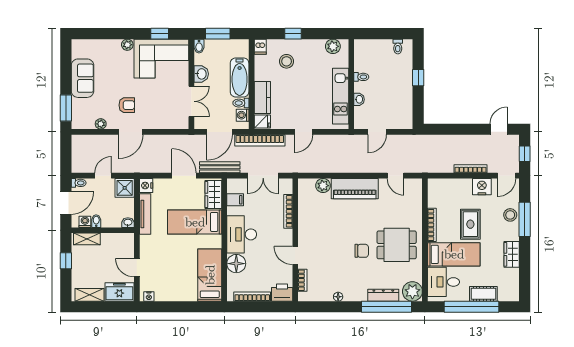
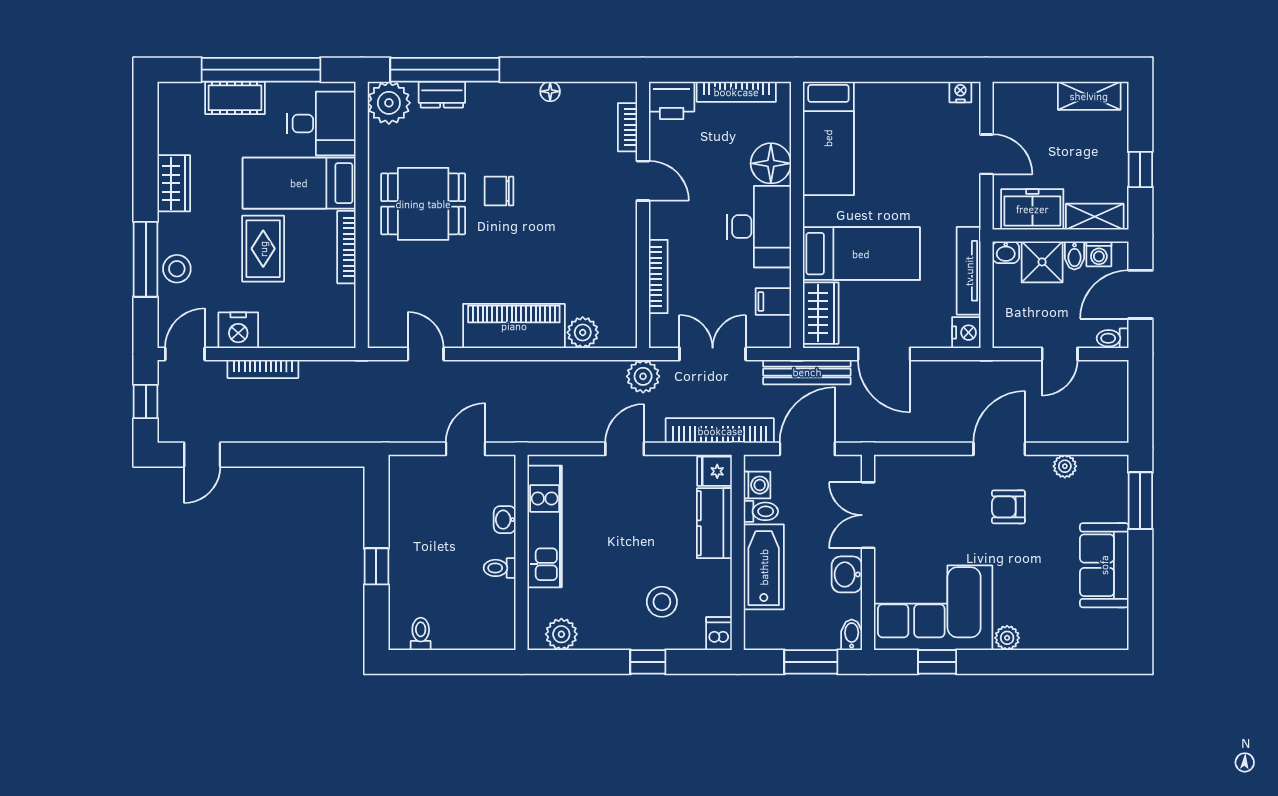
plant: (295, 165) -> (643, 376), added
shower: (125, 188) -> (1042, 262), moved
freezer: (119, 292) -> (1032, 209), moved, turned 180
dresser: (383, 295) -> (442, 95), width x0.70

